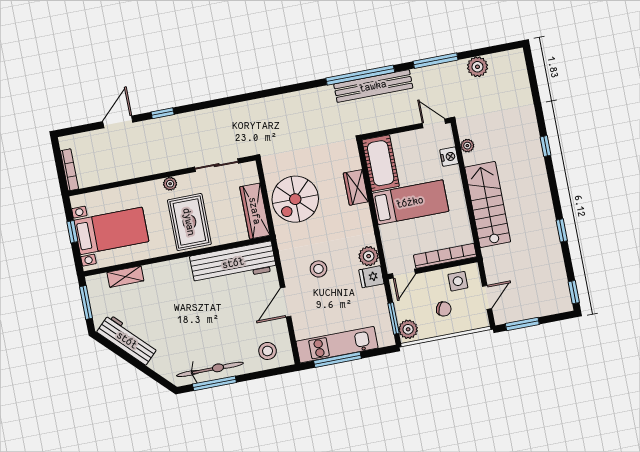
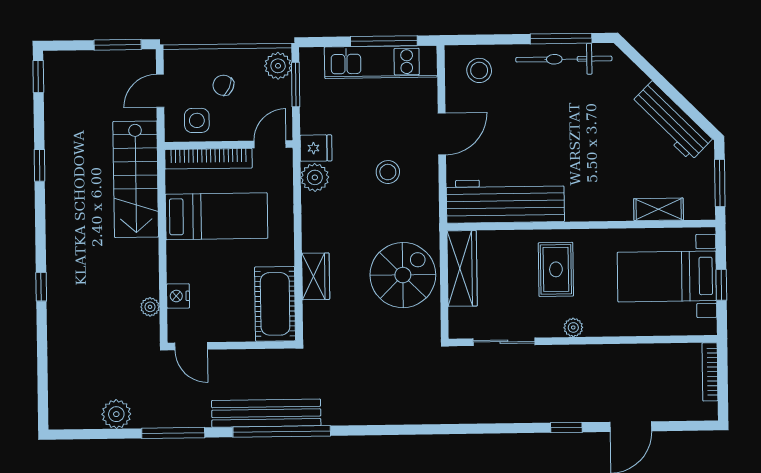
bed: (410, 202) -> (217, 216), moved, turned 180
stairs: (488, 205) -> (136, 179), moved
rug: (189, 222) -> (556, 269), width x0.73, depth x0.70

